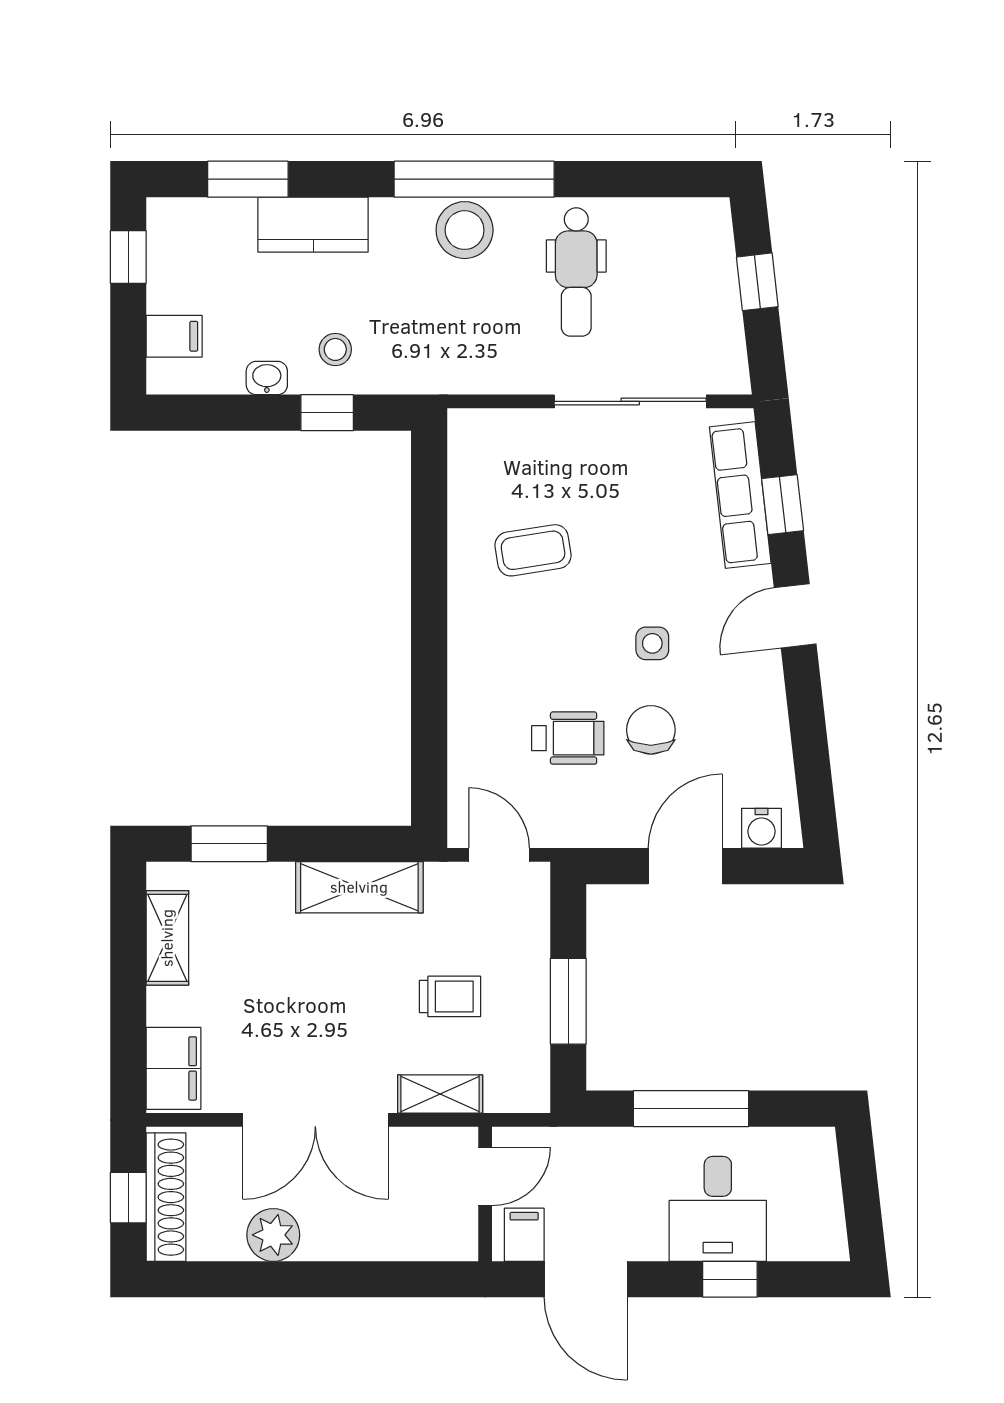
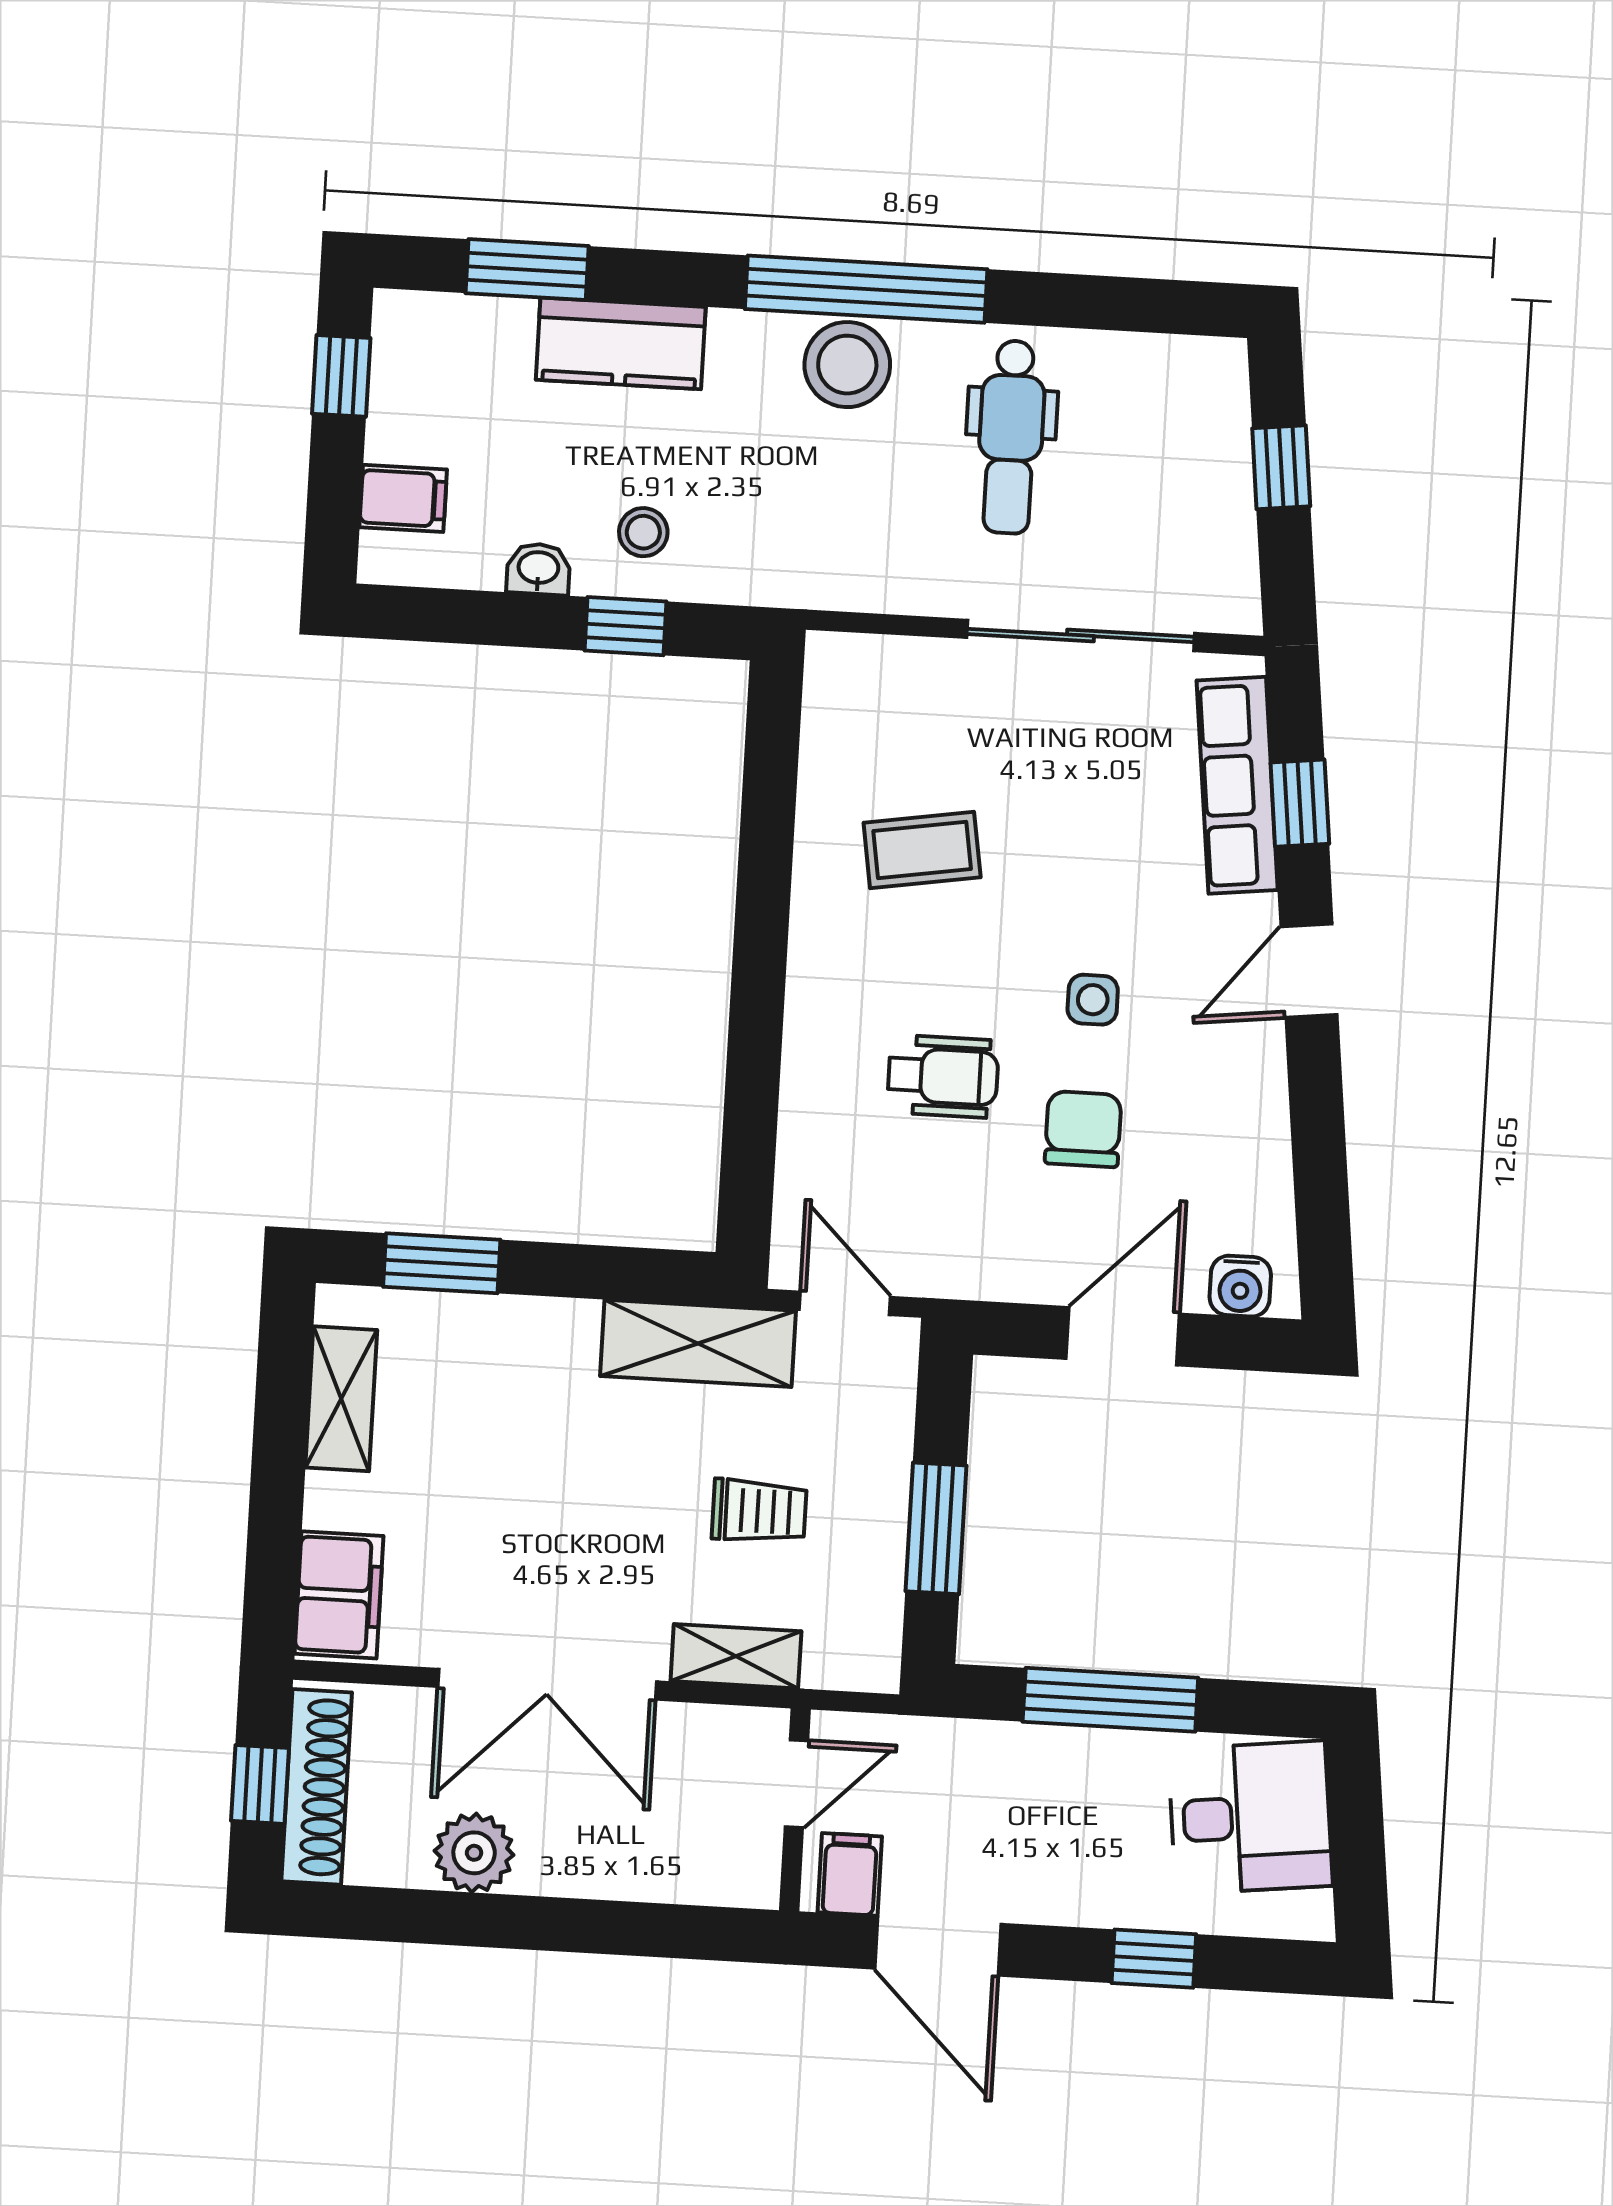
wheelchair: (568, 738) -> (943, 1076), moved
shelving: (359, 887) -> (698, 1343), moved
desk: (718, 1209) -> (1250, 1817), moved, turned -96

